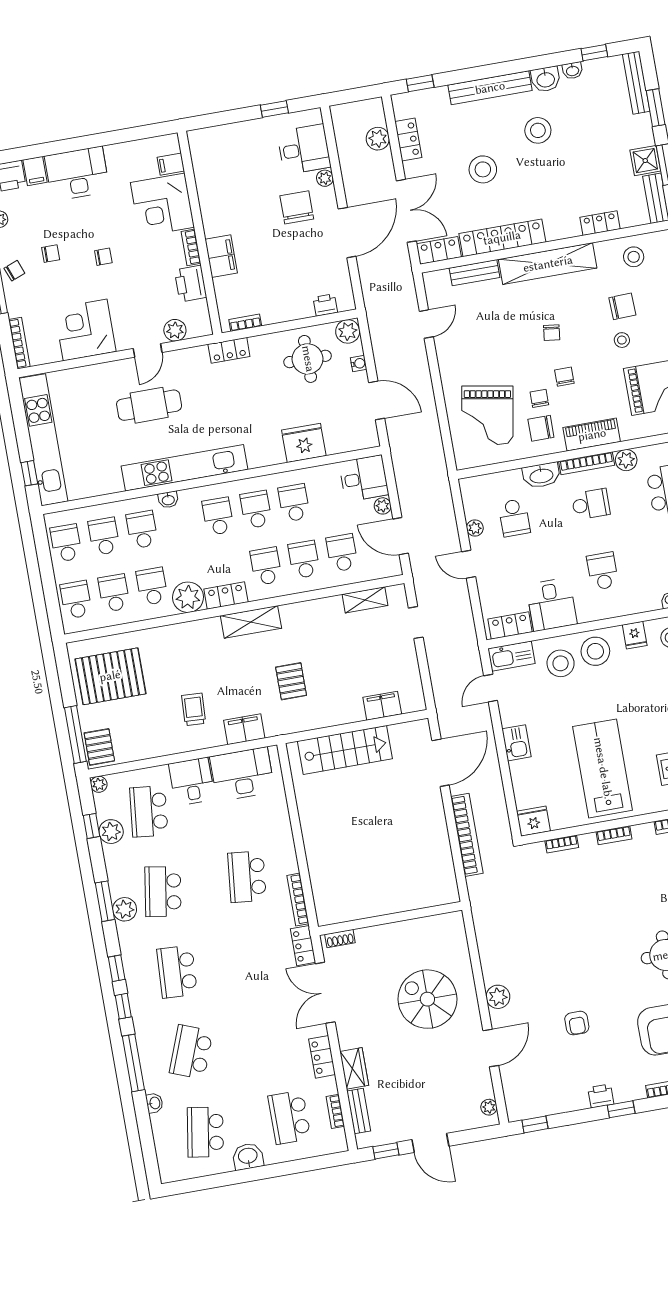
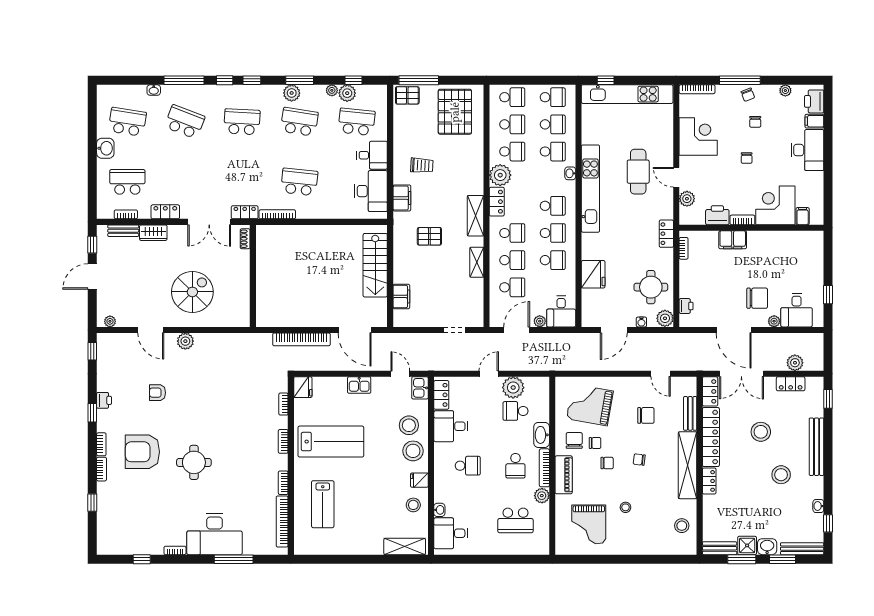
washbasin: (546, 79) -> (767, 547), moved, turned 90
locker: (600, 223) -> (709, 481), moved
chair: (622, 306) -> (646, 415), moved, turned -88
plant: (475, 528) -> (513, 388), width x1.88, depth x1.88
shelving: (365, 600) -> (477, 262), moved
kitchen sink: (511, 656) -> (420, 388), width x0.73
plant: (99, 784) -> (332, 90), moved
double door: (325, 993) -> (209, 222), swing flipped

